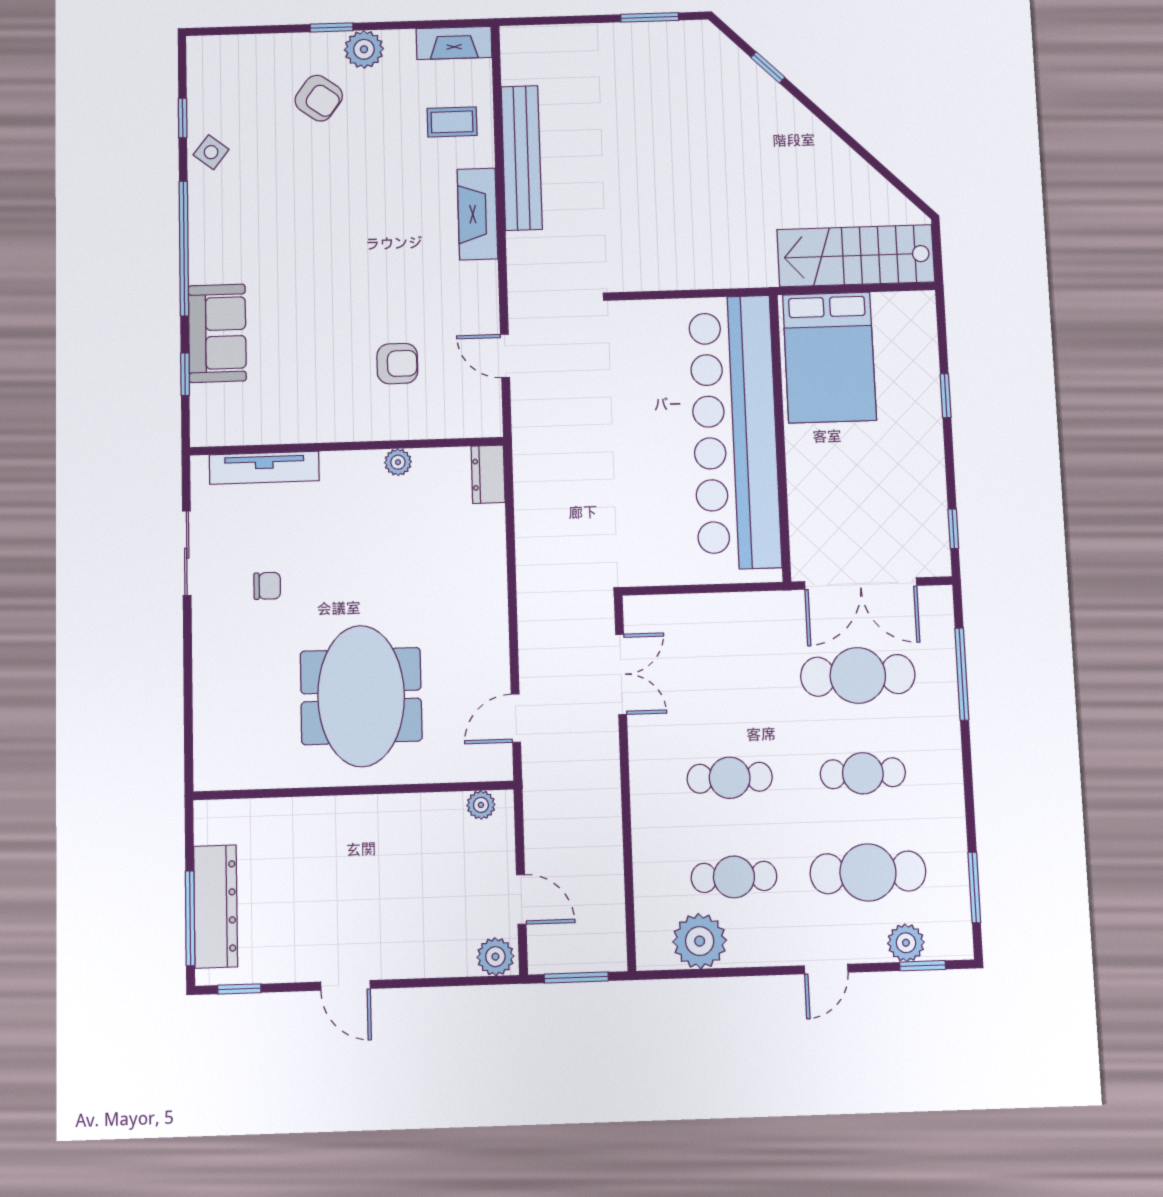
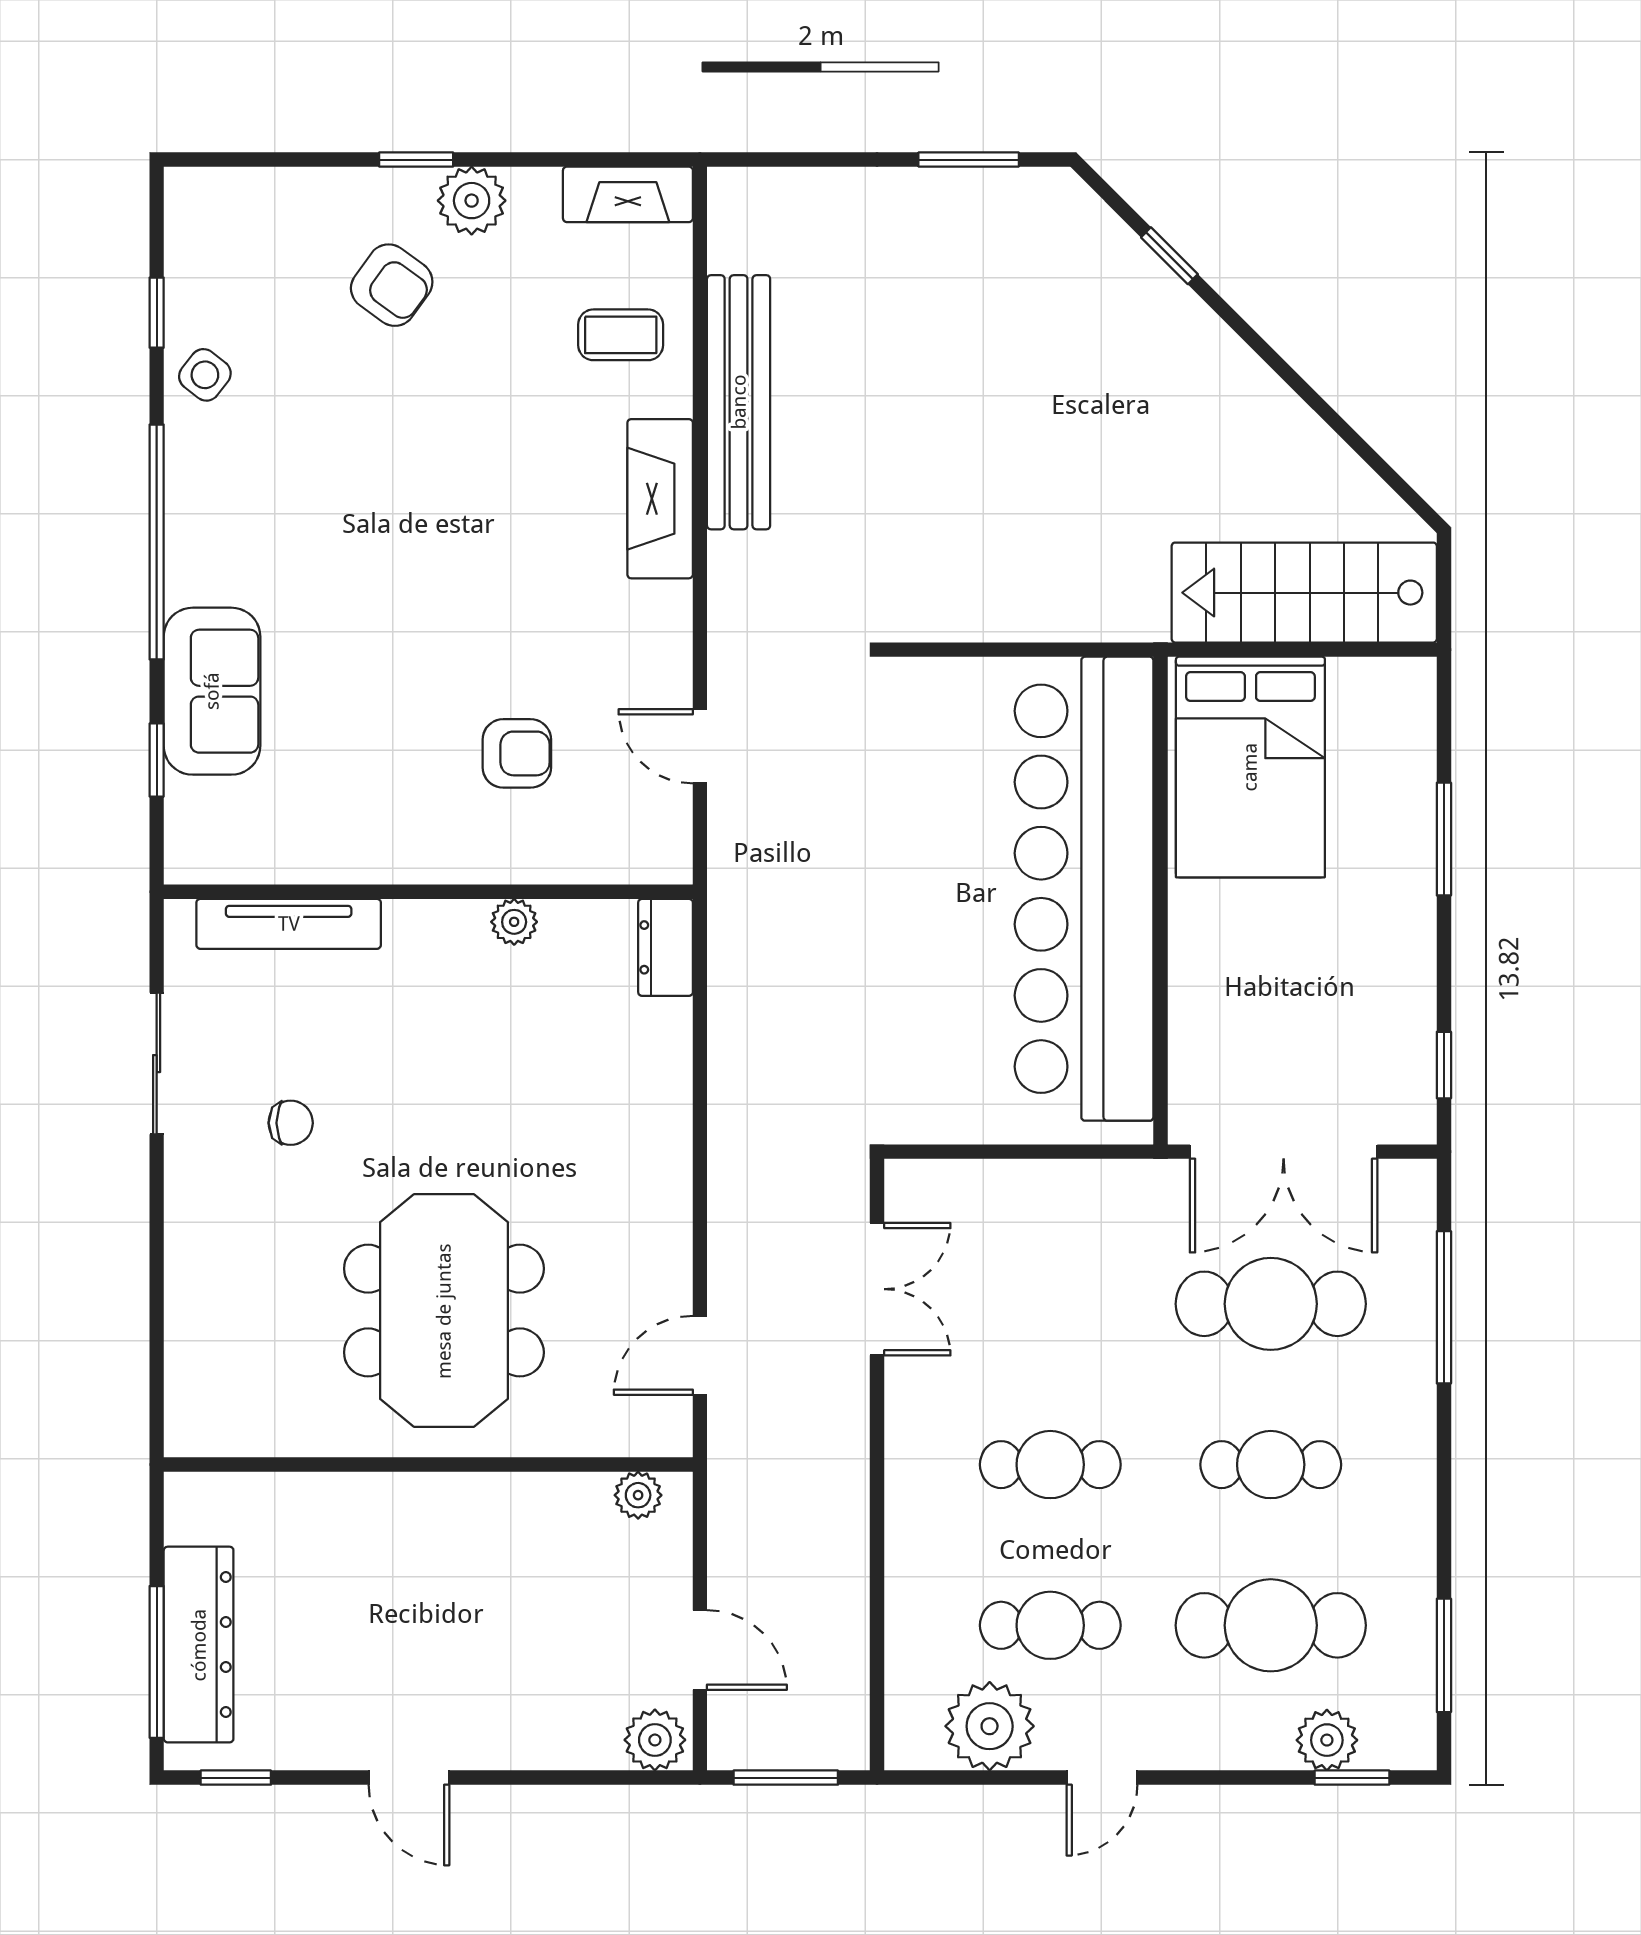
window: (946, 396) -> (1444, 839), width x1.50
door: (826, 969) -> (1102, 1778), moved

